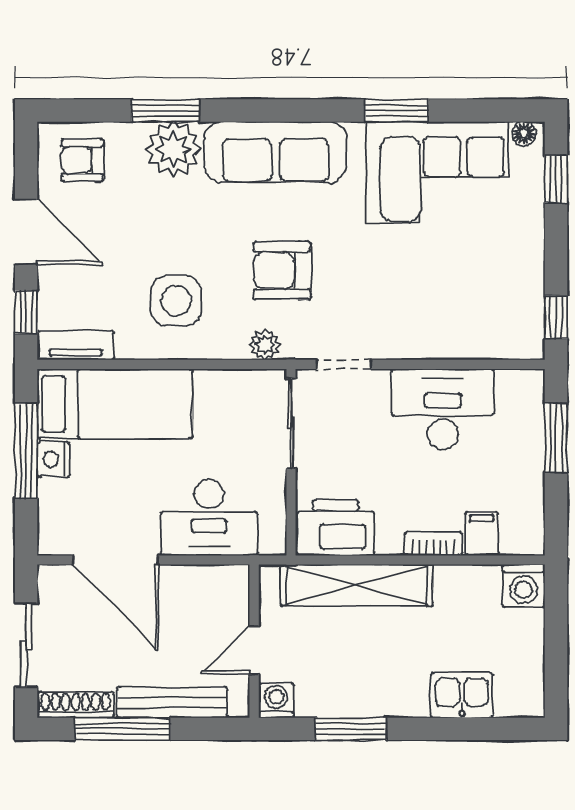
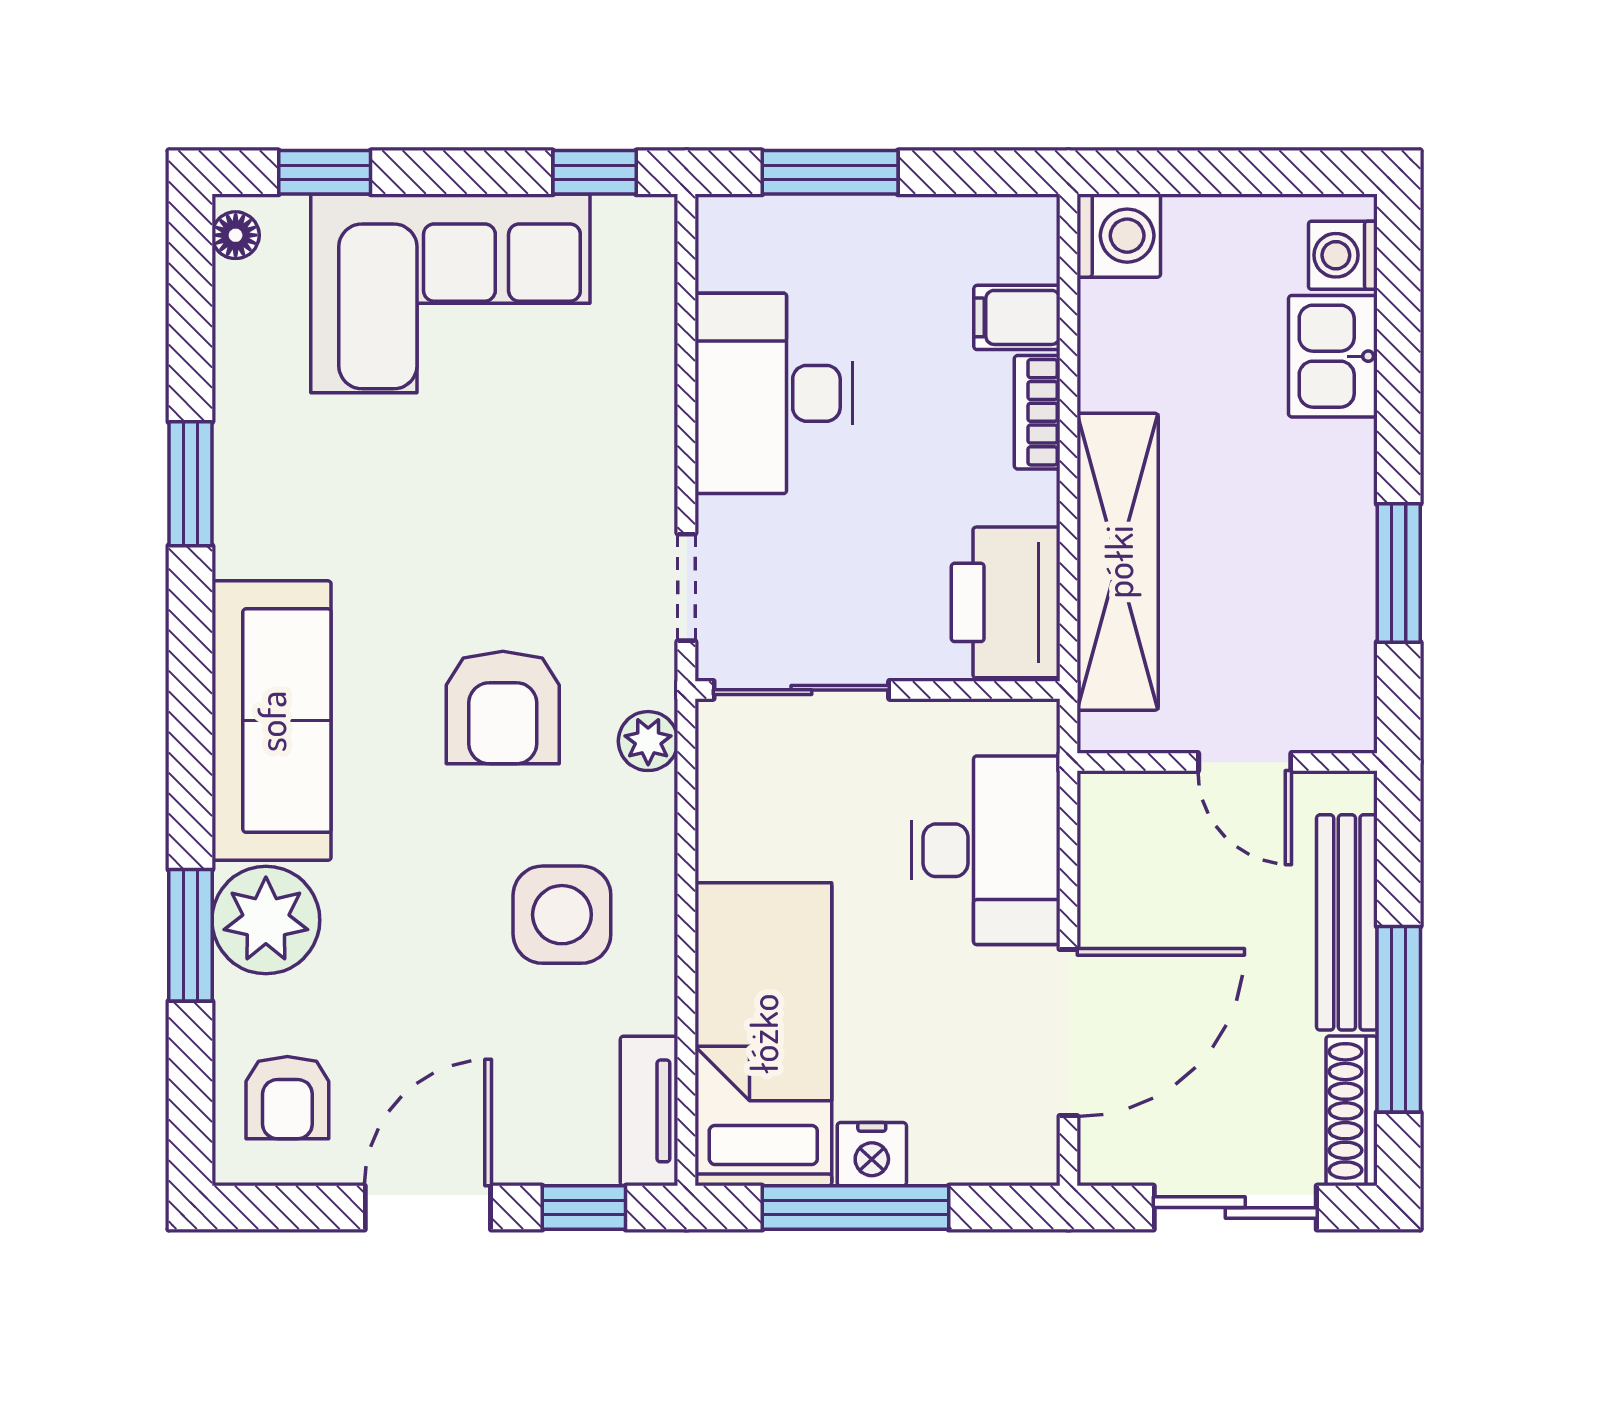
corner sofa: (437, 173) -> (450, 293), moved, turned 90
washing machine: (276, 700) -> (1343, 255), moved

